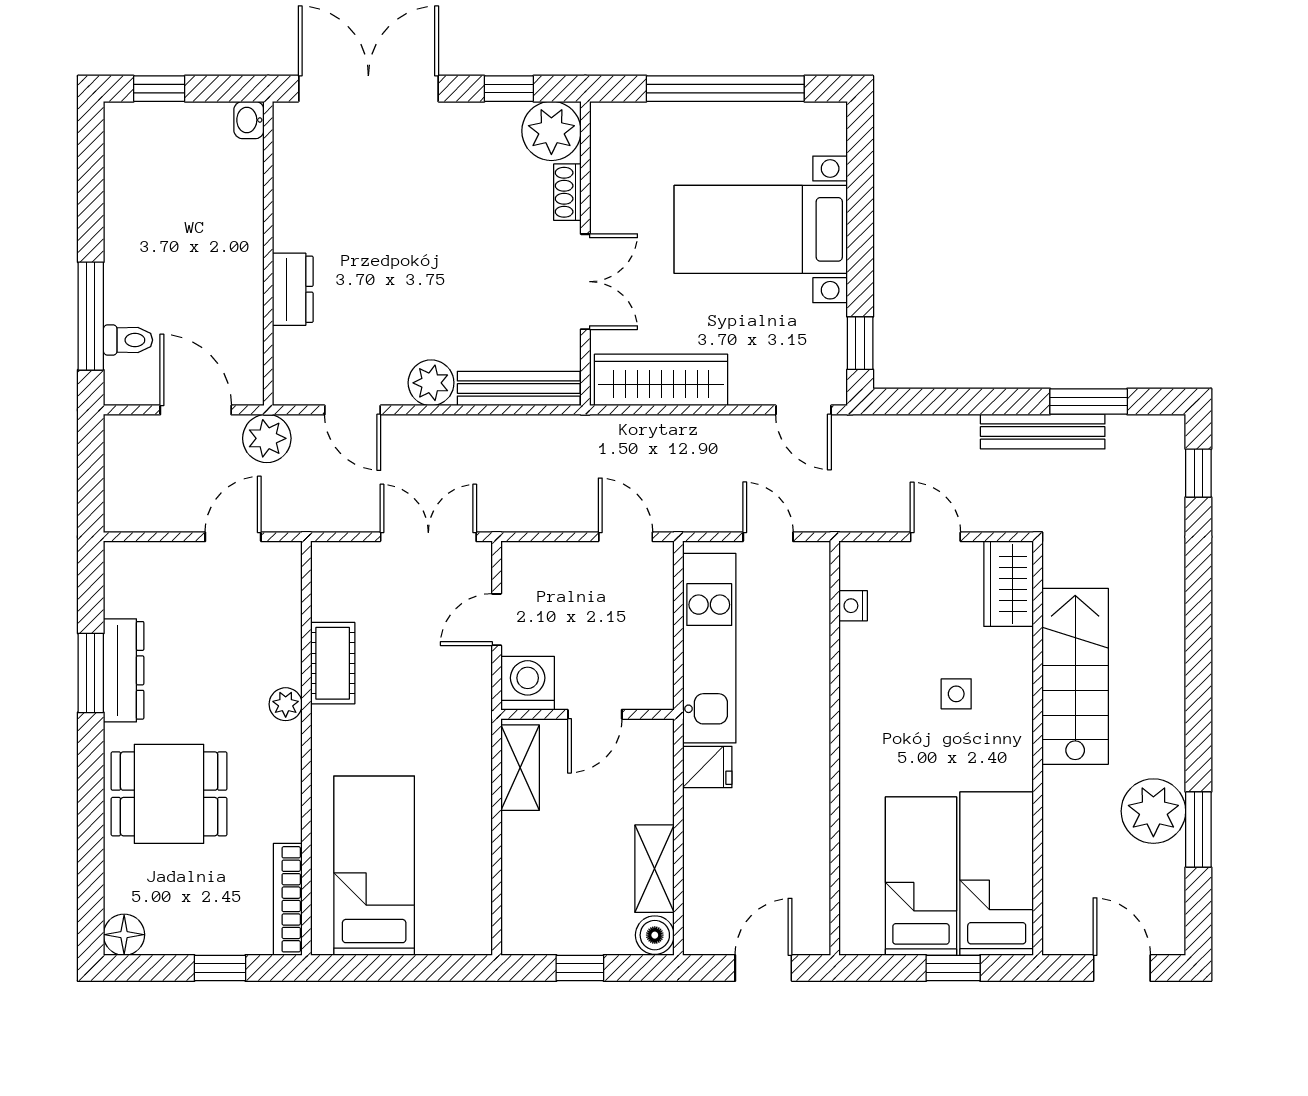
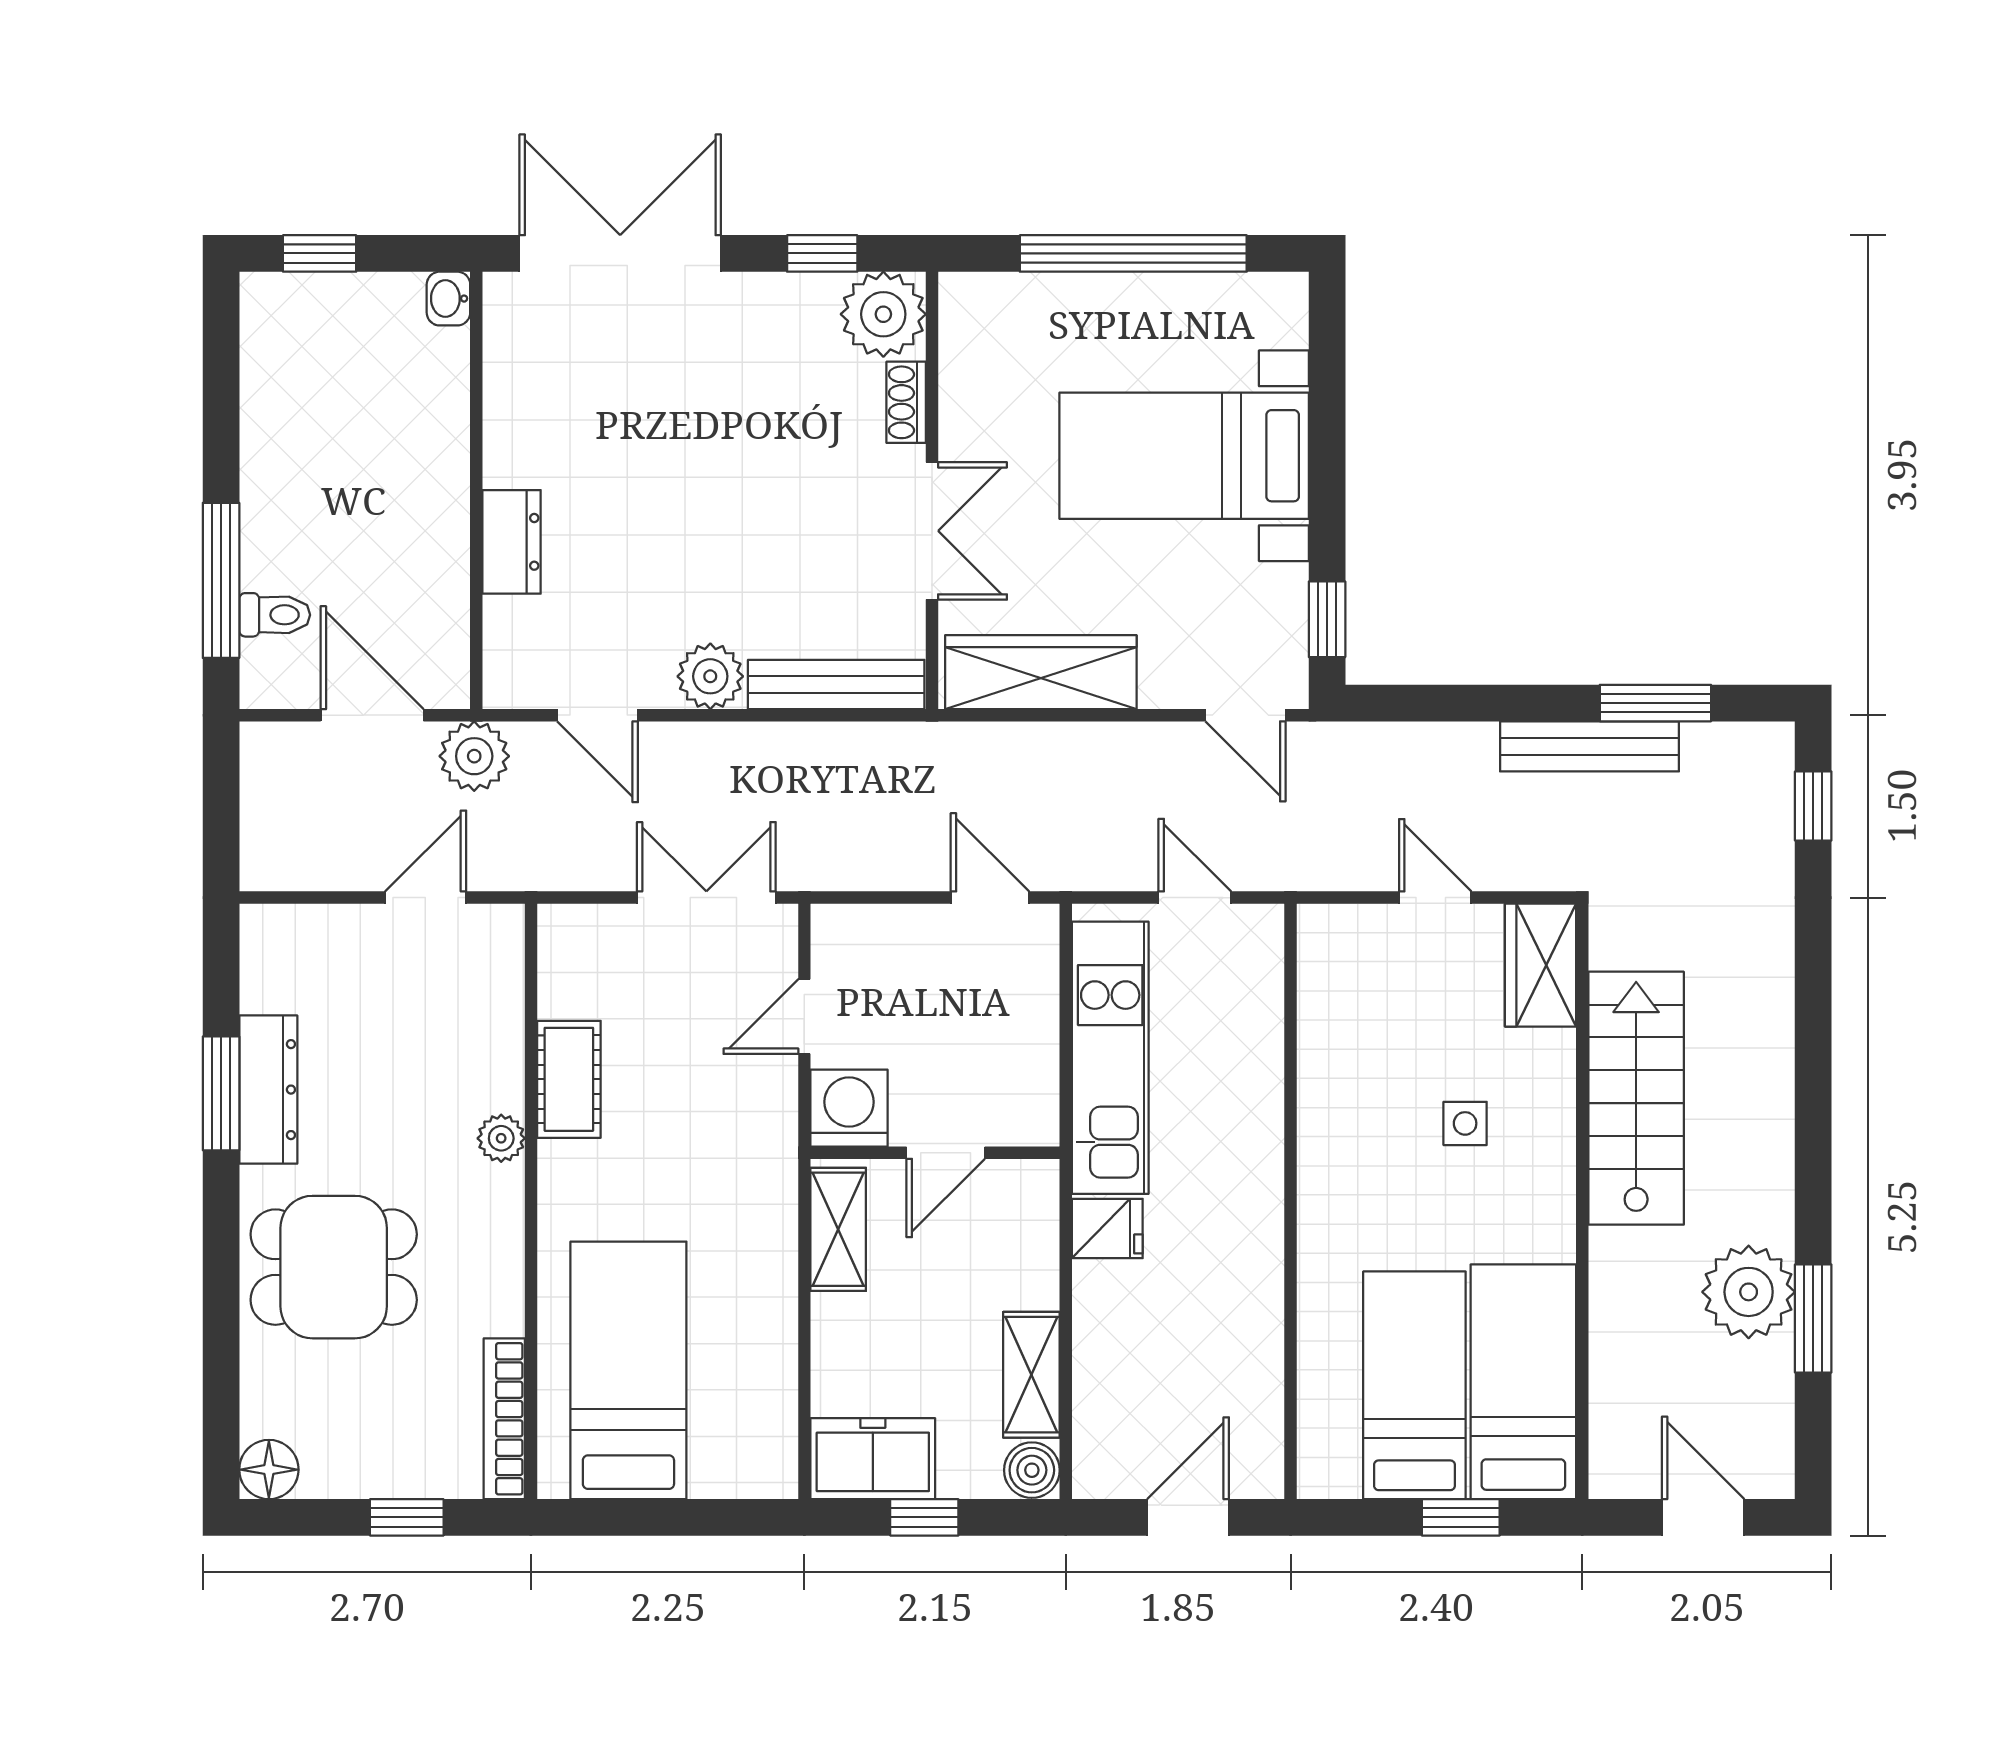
nightstand: (853, 606) -> (1317, 997), removed
freezer: (544, 927) -> (873, 1459), added

